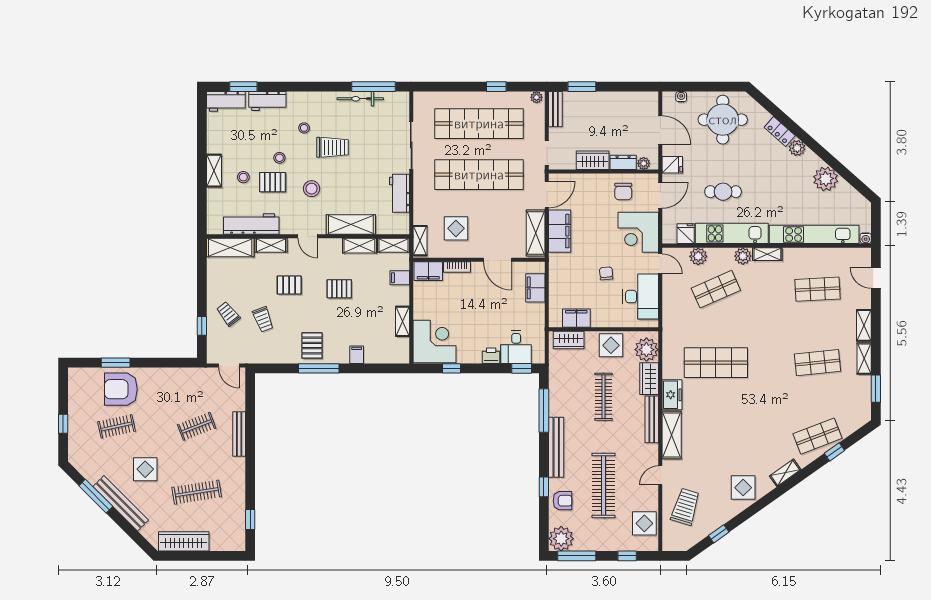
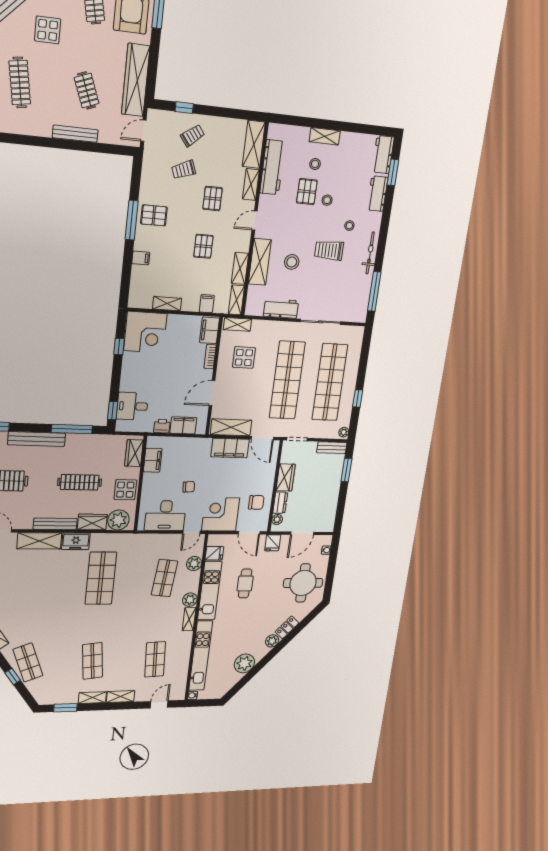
bicycle: (360, 99) -> (370, 253), moved
trolley: (332, 147) -> (329, 250), turned 90
stool: (312, 189) -> (292, 262), moved
chair: (623, 191) -> (256, 502), turned 180
shop shelf: (716, 289) -> (165, 578), turned 30
printer: (491, 356) -> (162, 426), moved, turned -90
wardrobe: (181, 378) -> (136, 80), added

